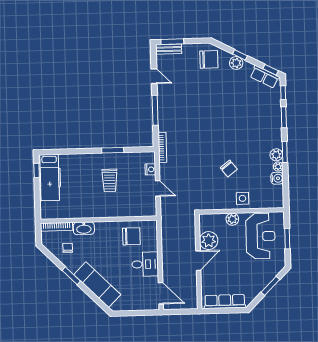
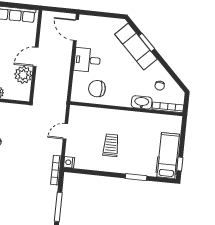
window: (113, 150) -> (136, 177), moved
nightstand: (150, 169) -> (69, 162), moved
door: (158, 188) -> (65, 131), hinge flipped
window: (71, 276) -> (147, 42), moved

